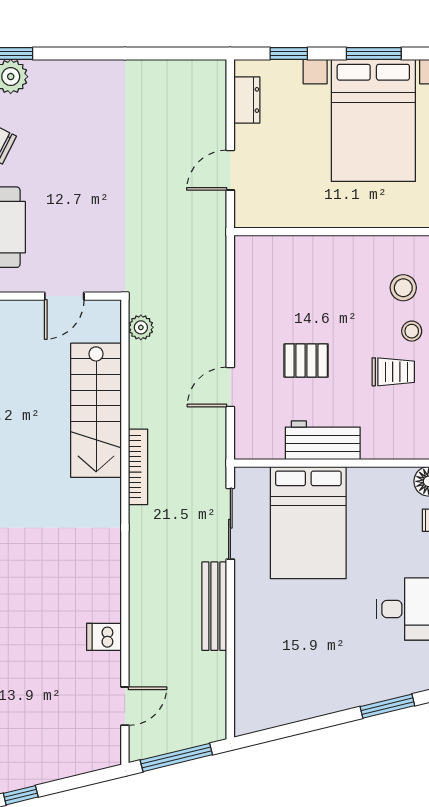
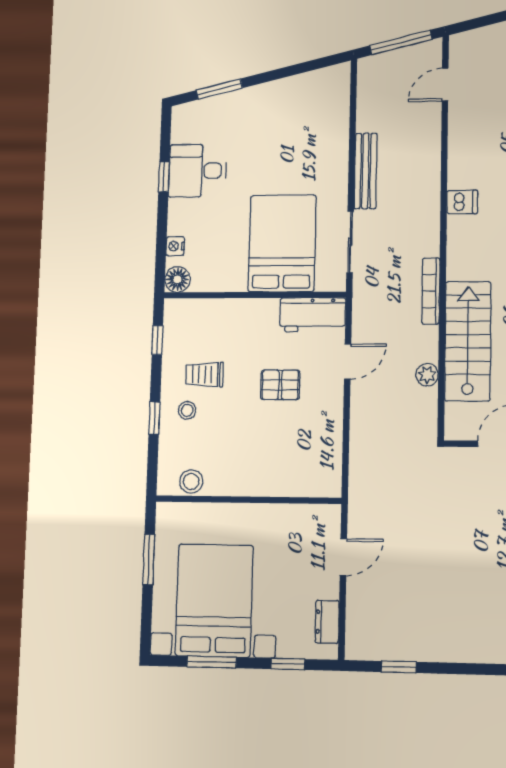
window: (167, 54) -> (399, 667), added
stool: (403, 288) -> (191, 481), moved
plant: (141, 327) -> (427, 375), moved
workbench: (323, 440) -> (313, 315), moved
dishwasher: (104, 637) -> (462, 202), moved

